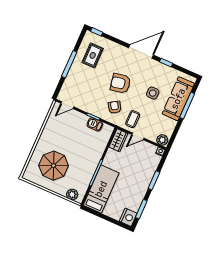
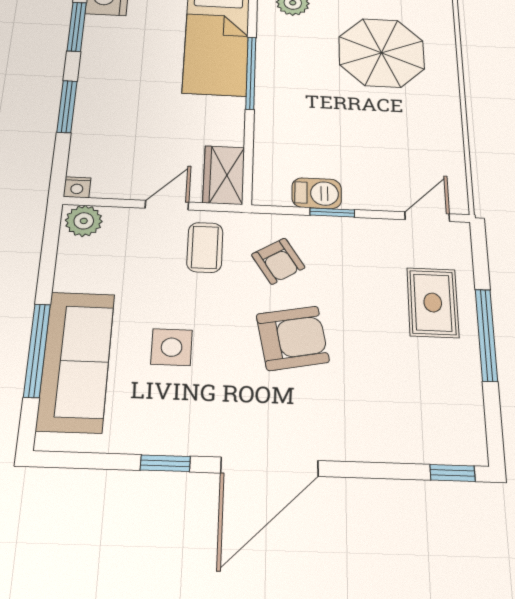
rug: (93, 55) -> (433, 302), moved

